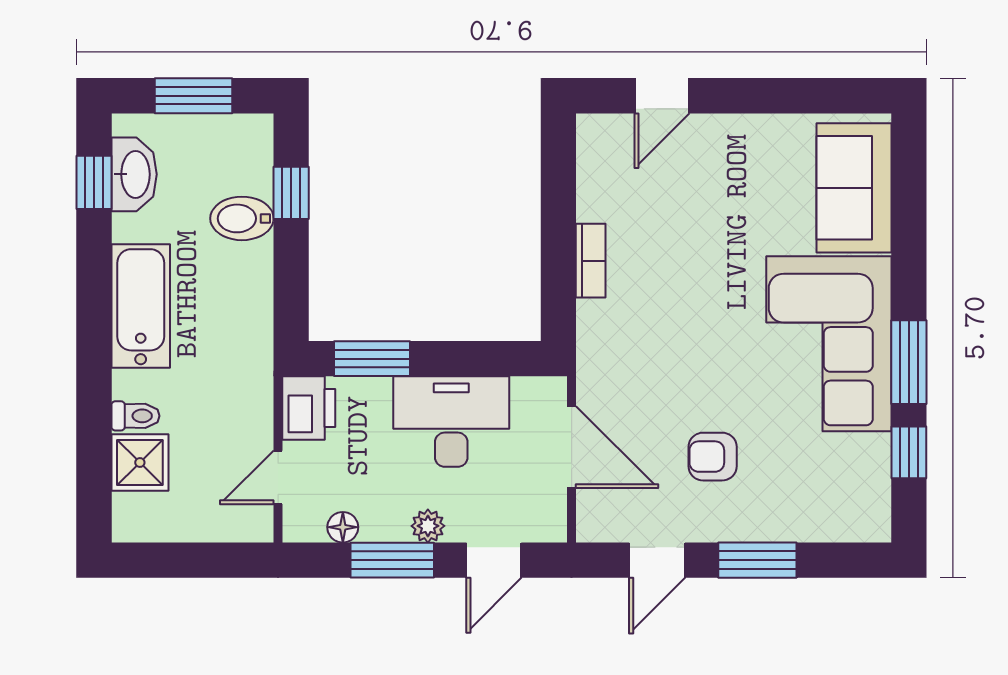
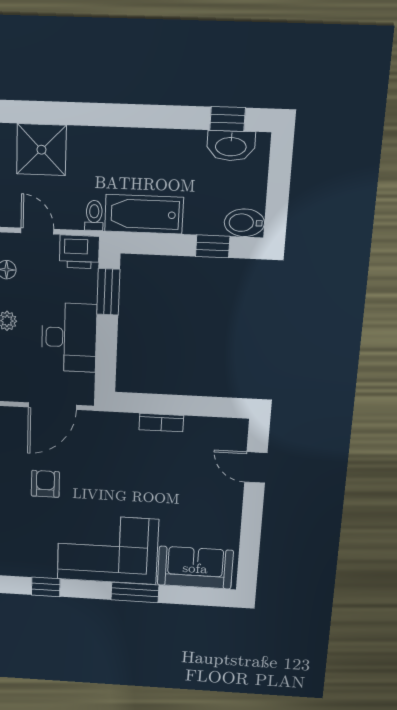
window: (194, 96) -> (278, 187), removed
bidet: (242, 218) -> (244, 223), moved, turned -90
bathtub: (141, 306) -> (144, 214), moved, turned 180
window: (909, 362) -> (135, 592), moved
toilet: (135, 416) -> (94, 216), moved, turned 180
shower: (140, 463) -> (41, 150), width x1.36, depth x1.36

